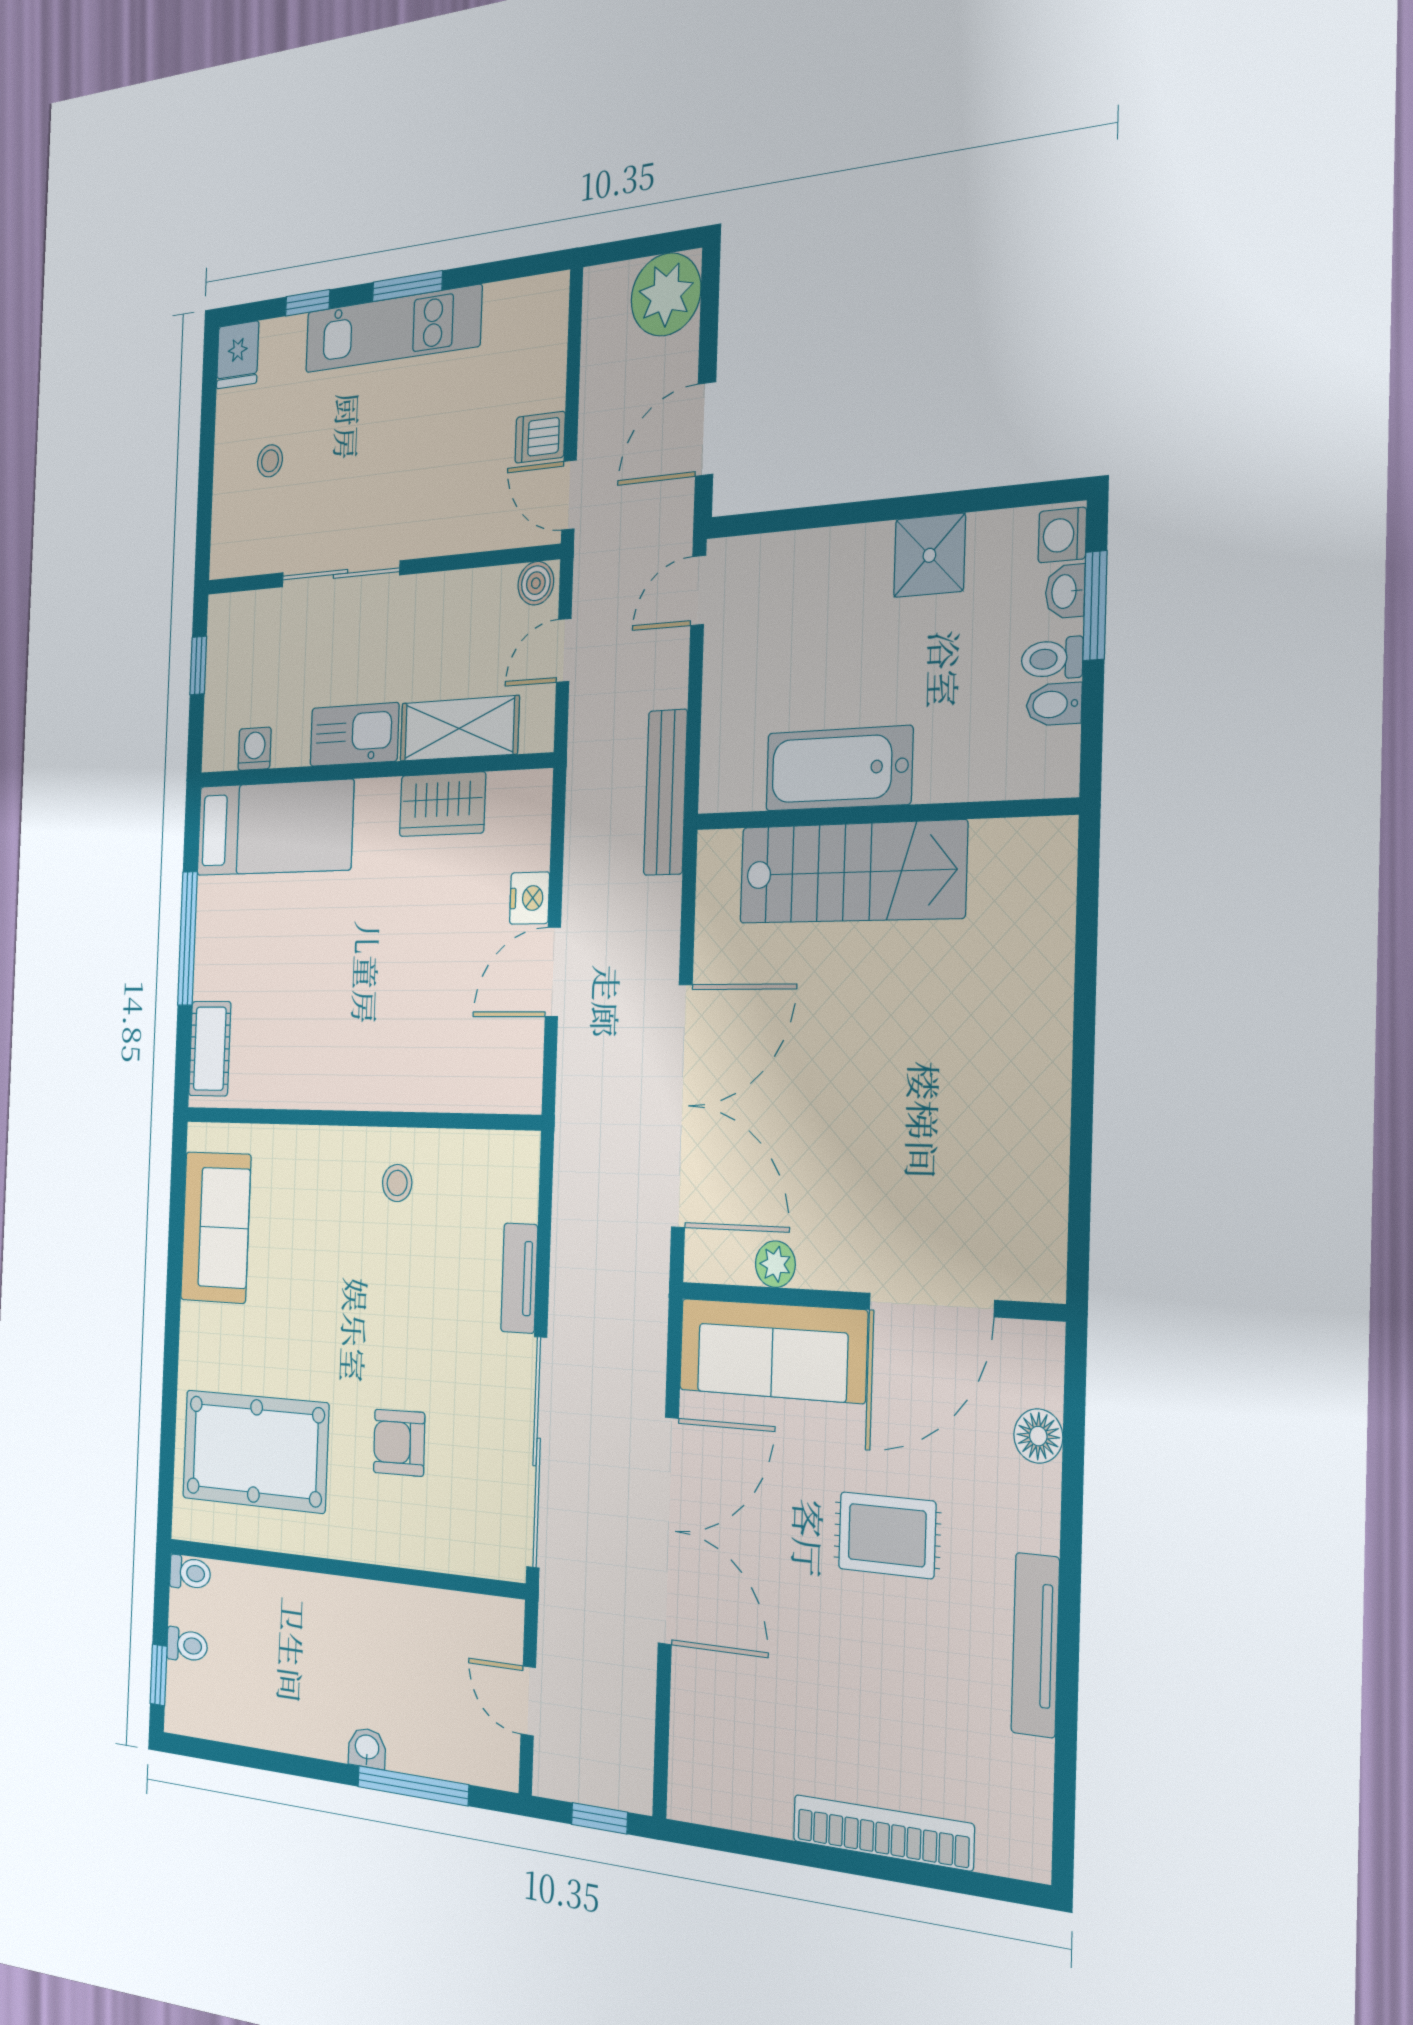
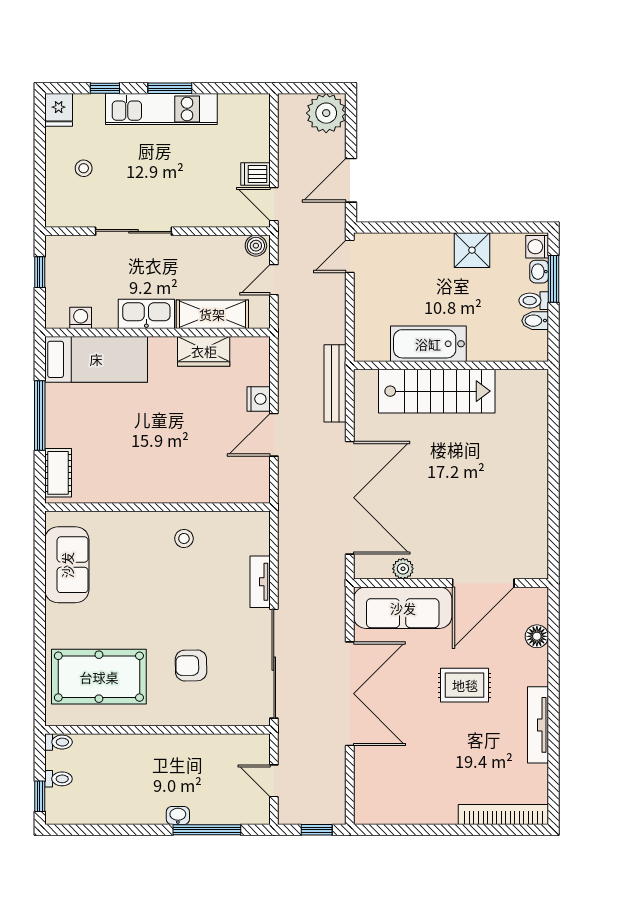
bench: (666, 792) -> (335, 383), moved
bookcase: (883, 1832) -> (503, 815), moved

